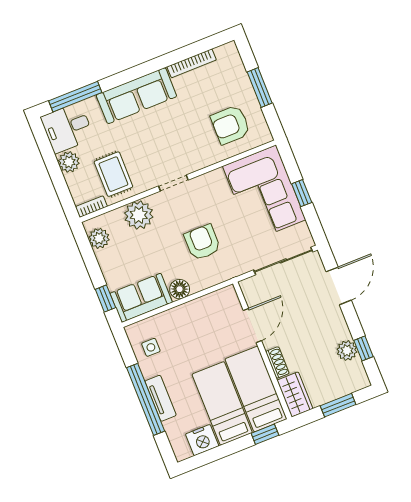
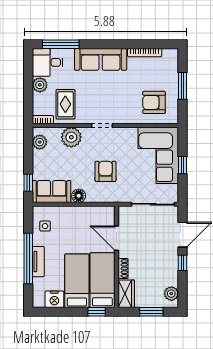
door: (252, 326) -> (116, 238), swing flipped
window: (364, 348) -> (183, 263), moved
plant: (347, 351) -> (171, 294), moved

